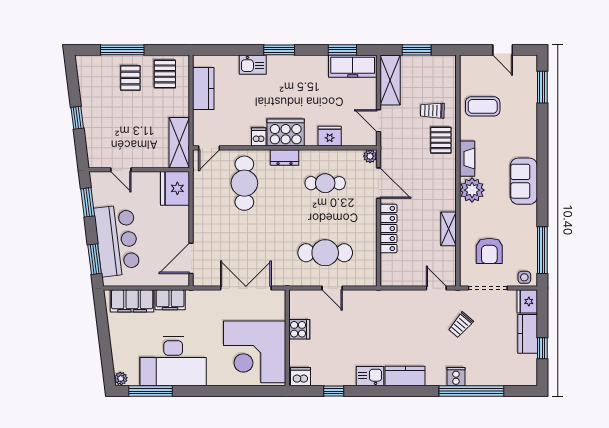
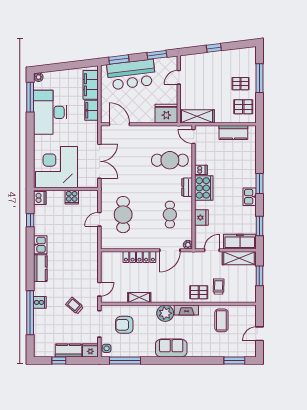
kitchen sink: (253, 65) -> (250, 197), moved
freezer: (353, 66) -> (240, 242), moved, turned 90

